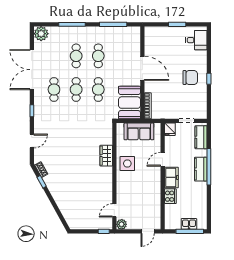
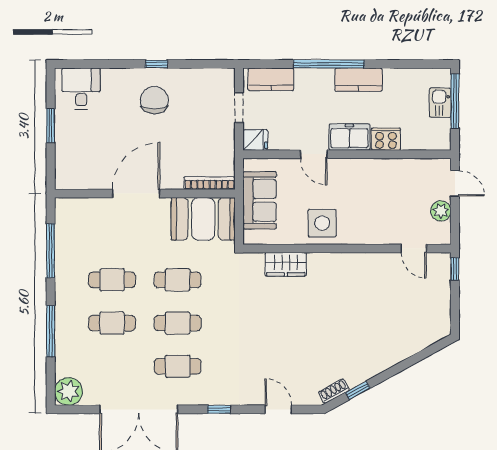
wardrobe: (106, 156) -> (286, 264), moved
kitchen counter: (201, 169) -> (359, 80), moved
plant: (122, 224) -> (441, 211), moved

